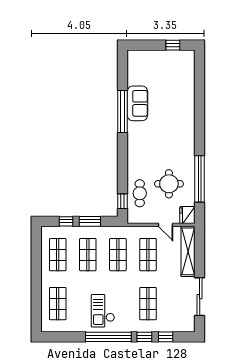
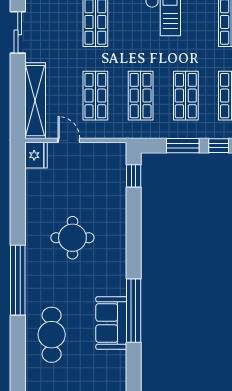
window: (200, 179) -> (18, 280), moved
round table: (169, 184) -> (72, 238), moved
cafe table: (140, 193) -> (52, 335), moved, width x1.37, depth x1.35
sliding door: (200, 297) -> (18, 32), width x0.73

